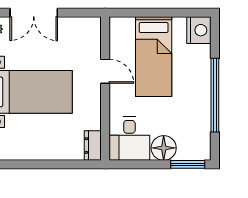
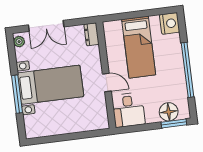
door: (105, 71) -> (107, 82), moved
dresser: (93, 146) -> (91, 34), moved
floor lamp: (164, 148) -> (169, 112), moved

